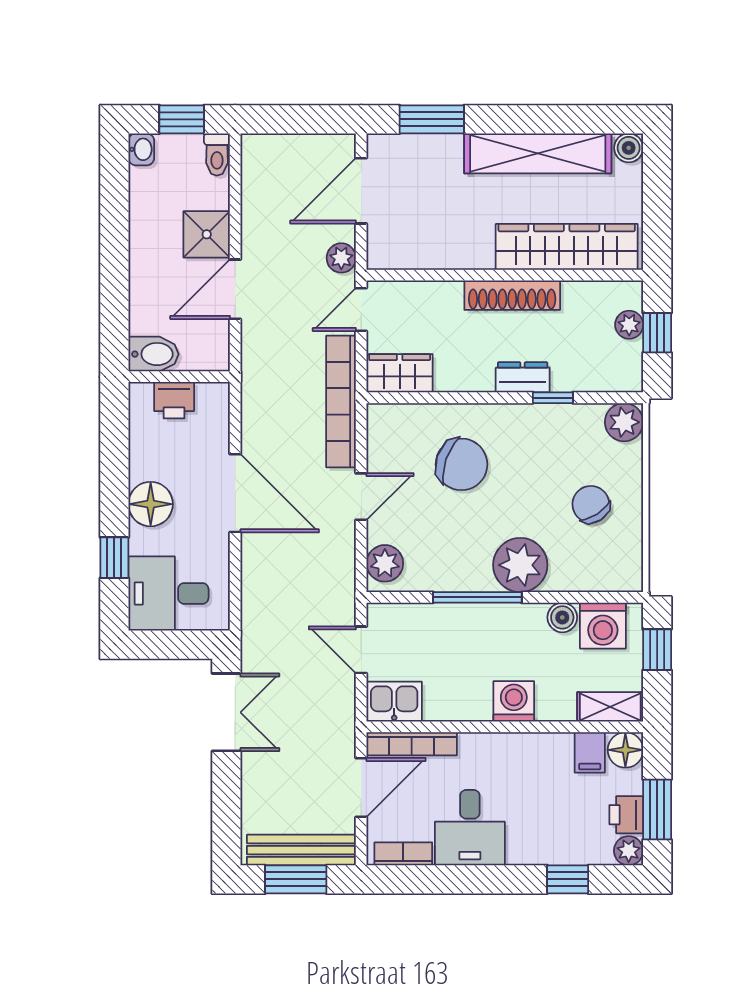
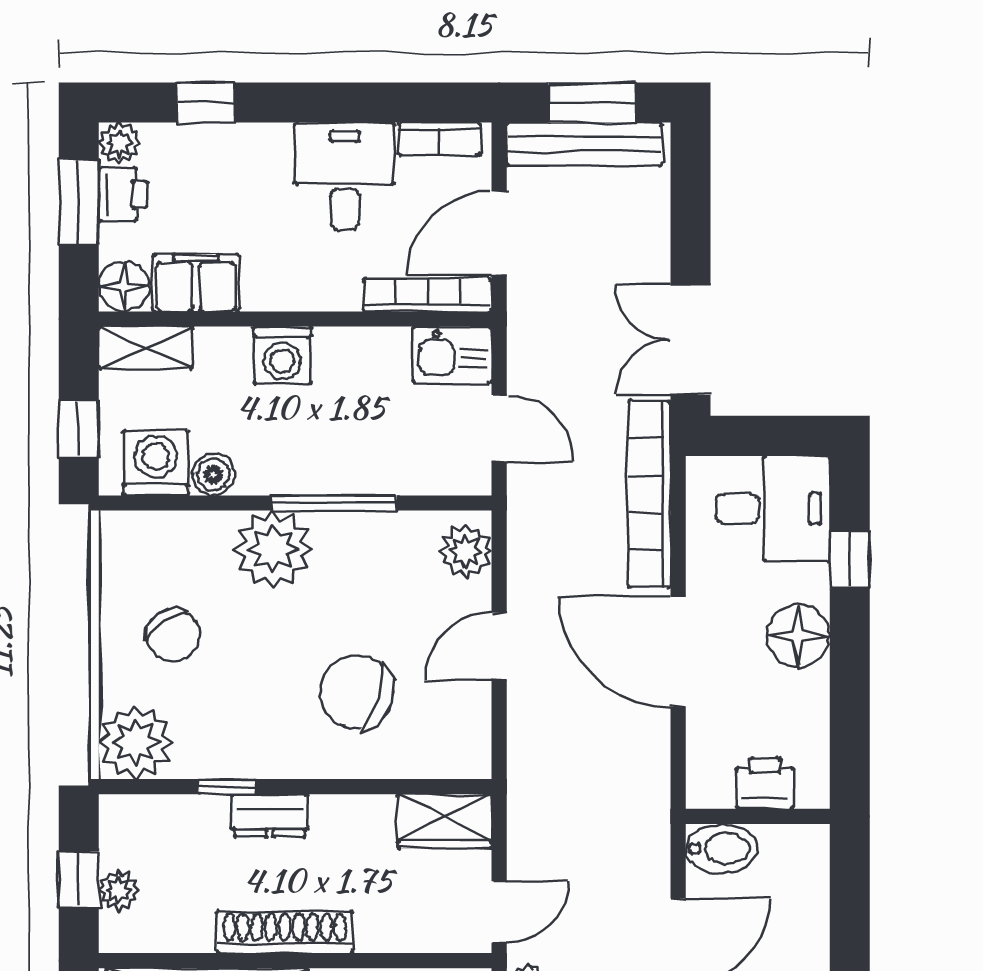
bidet: (154, 354) -> (721, 849), moved, turned 180
bookcase: (341, 401) -> (649, 494), moved, turned 180
plant: (624, 422) -> (136, 742), width x1.36, depth x1.36
filing cabinet: (590, 752) -> (196, 283), width x2.00

